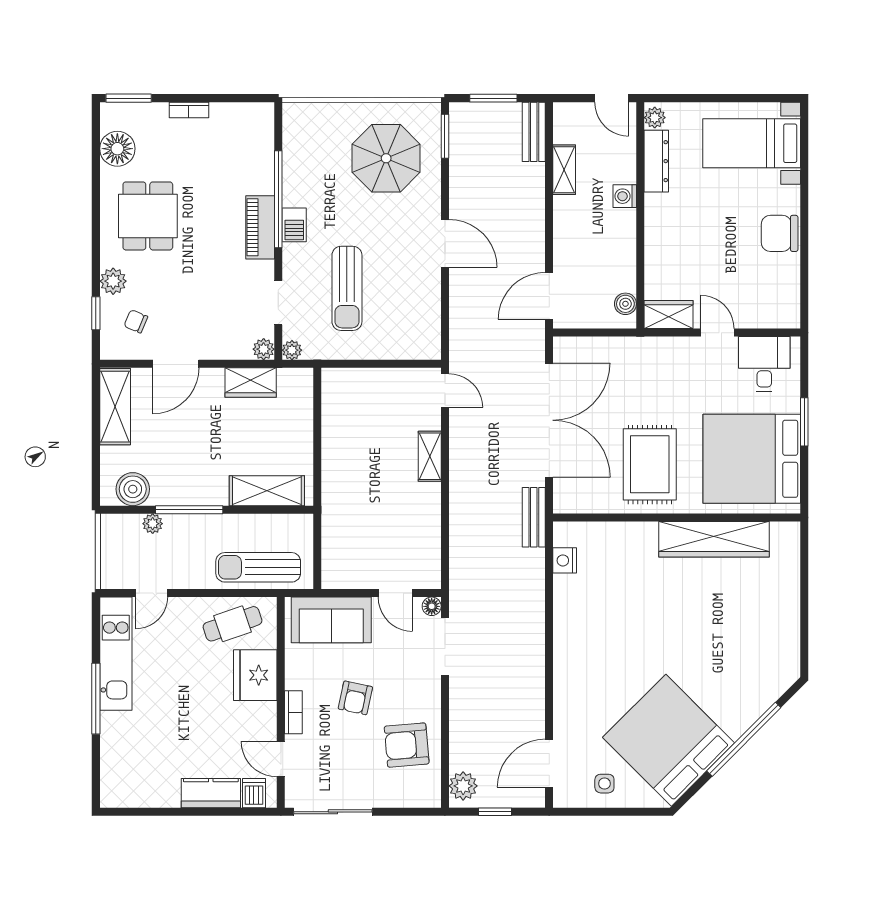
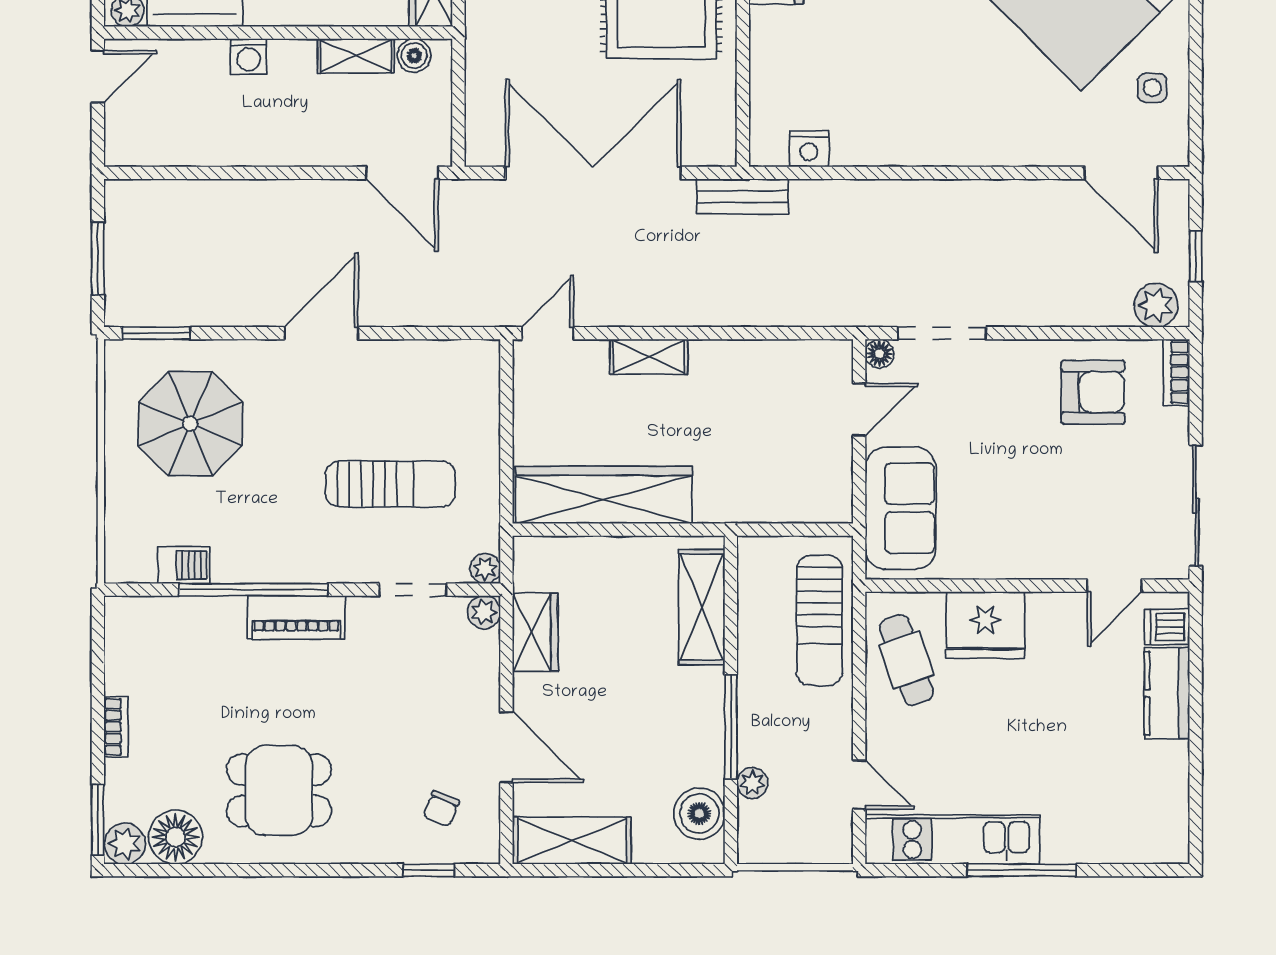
bench: (534, 132) -> (150, 196), removed
shelving: (564, 170) -> (356, 56), moved
barbecue: (294, 225) -> (184, 565), moved
plant: (113, 281) -> (125, 844), moved
wardrobe: (340, 427) -> (604, 495), added
armchair: (355, 698) -> (1020, 471), removed
bookcase: (293, 712) -> (1176, 373), moved, turned -90
armchair: (407, 745) -> (1093, 392), turned -85

